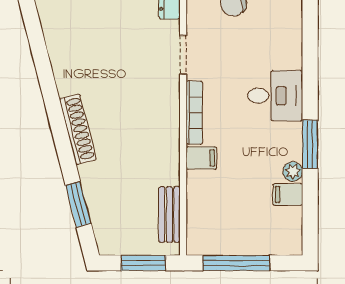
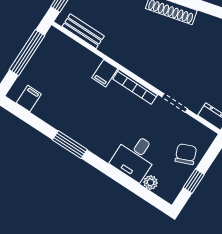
desk: (275, 96) -> (135, 157), moved
plant: (293, 172) -> (151, 182), moved
filing cabinet: (288, 194) -> (29, 99), moved

